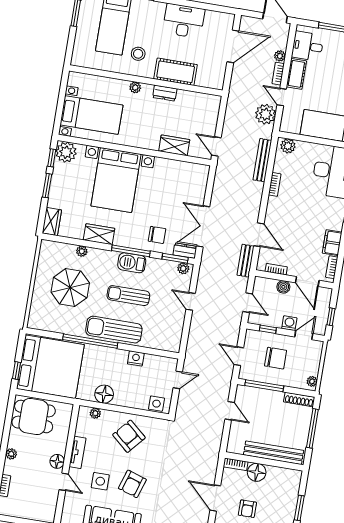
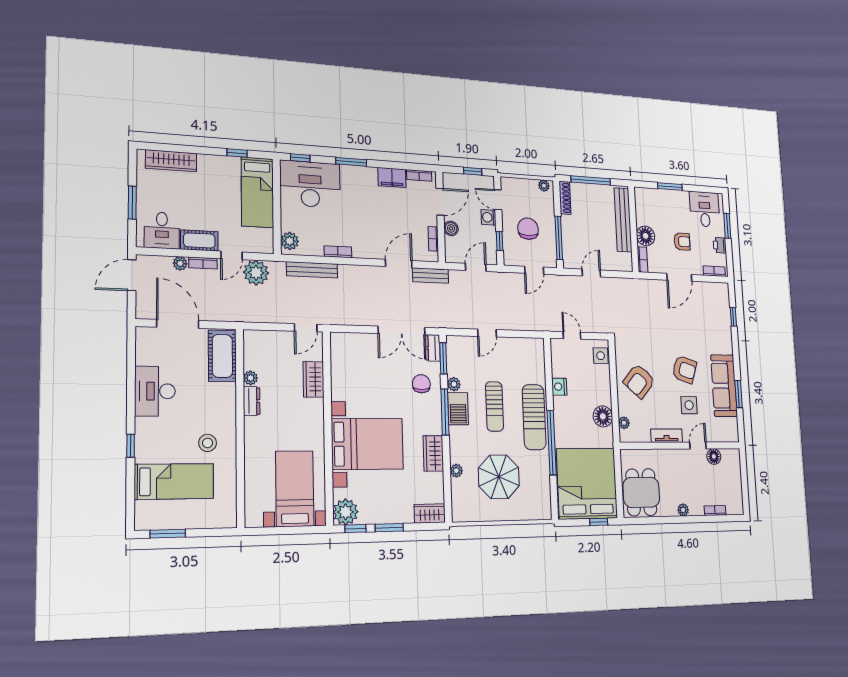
cot: (176, 72) -> (222, 356), moved
plant: (135, 87) -> (251, 378), moved
plant: (183, 268) -> (454, 384), moved
floor lamp: (57, 461) -> (714, 456), moved

